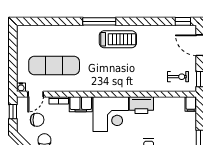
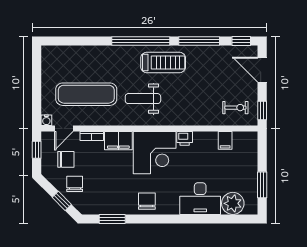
window: (99, 21) -> (141, 41), width x1.46
window: (148, 21) -> (199, 41), added
weight bench: (101, 69) -> (143, 99), added
filing cabinet: (191, 104) -> (225, 140), moved
printer: (141, 105) -> (185, 138), width x0.53, depth x0.68

